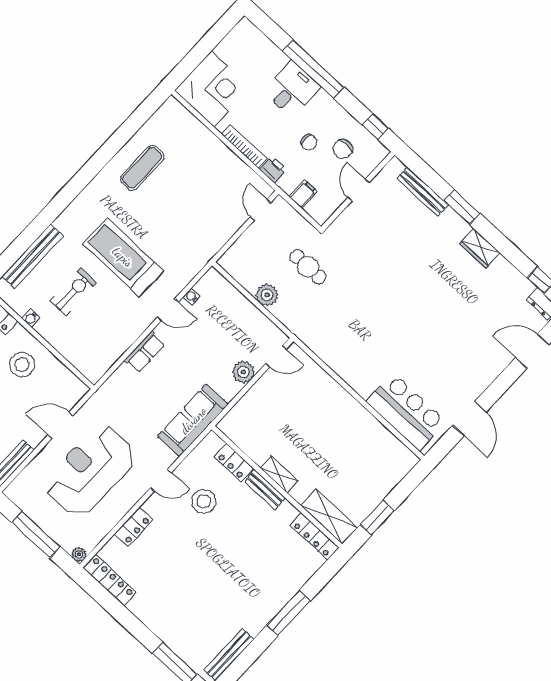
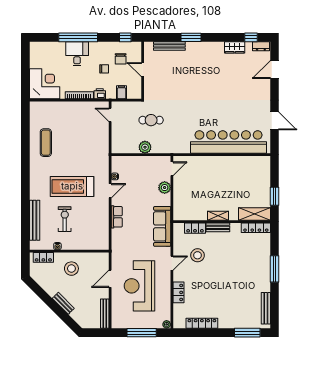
wardrobe: (480, 248) -> (235, 47), moved
bar counter: (406, 412) -> (229, 142), width x1.86
locker: (110, 580) -> (202, 323), moved

